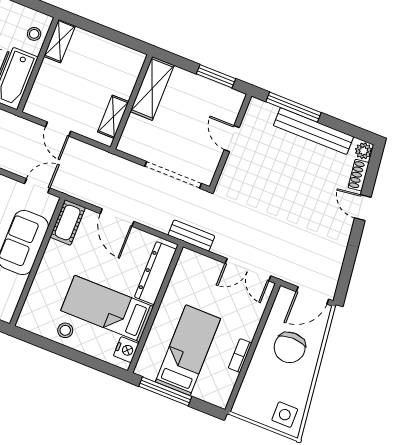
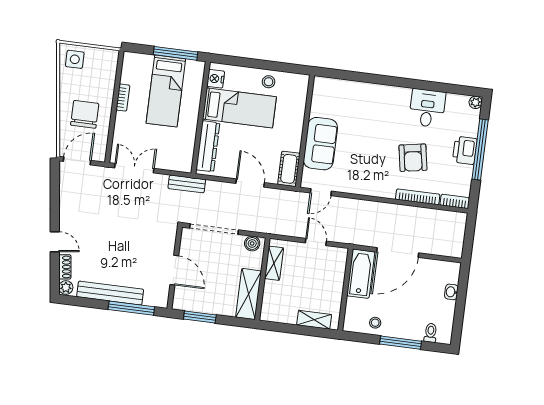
stool: (34, 34) -> (375, 323), moved
shelving: (60, 41) -> (314, 320), moved, turned 90
door: (232, 139) -> (174, 270), width x1.38
boiler: (133, 146) -> (252, 243), added

